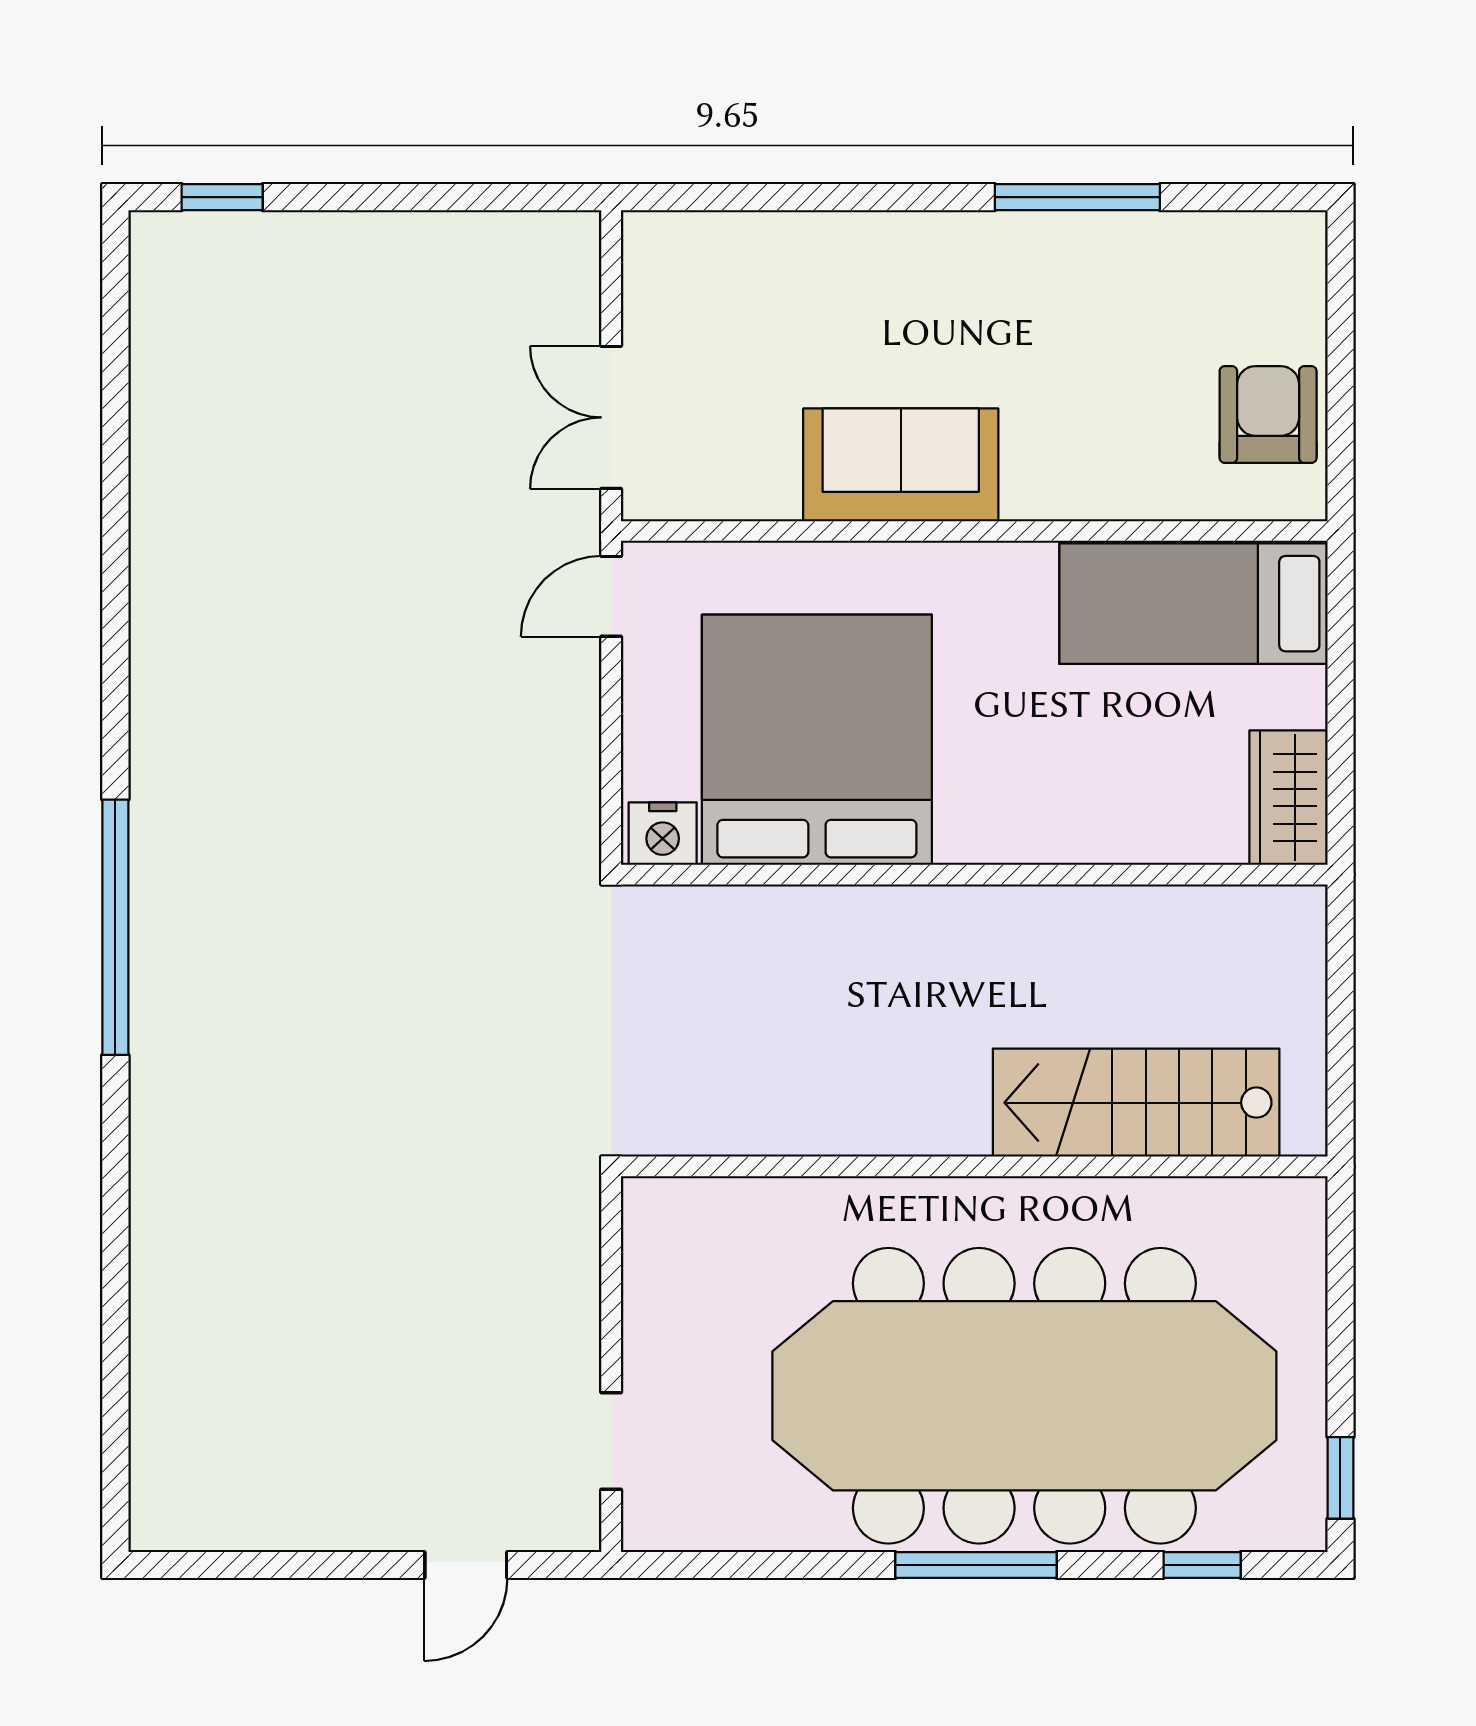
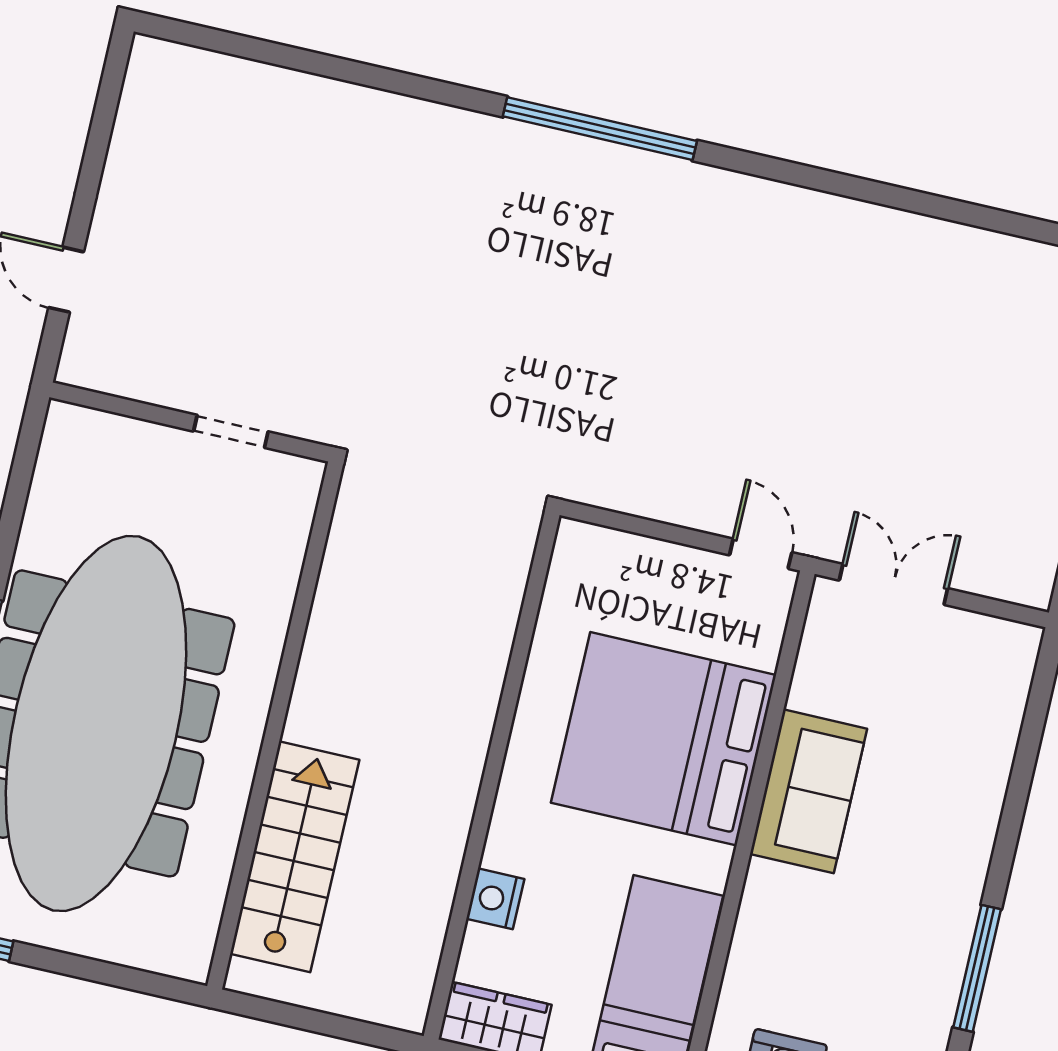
bed: (817, 740) -> (663, 739), moved, turned 180
nightstand: (663, 834) -> (495, 899), moved
doorway: (611, 1441) -> (231, 431), moved

